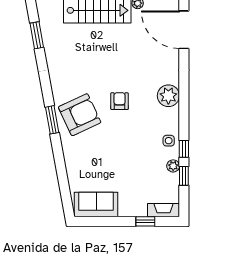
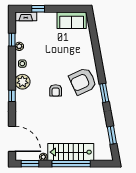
plant: (168, 96) -> (22, 82), moved
window: (52, 120) -> (104, 93), moved
window: (184, 149) -> (12, 96), moved

